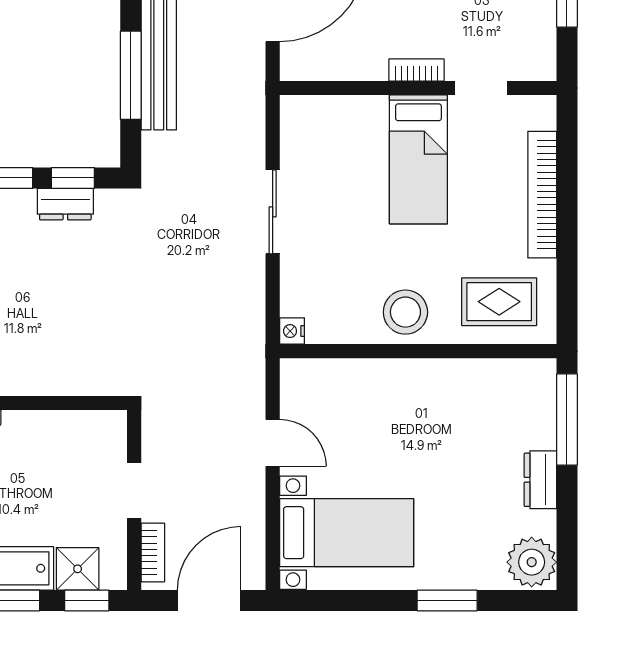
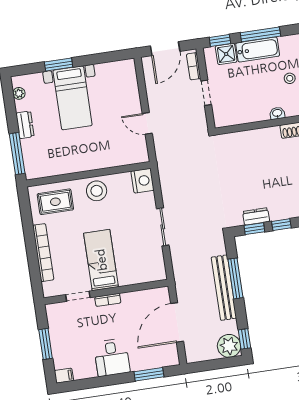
nightstand: (292, 331) -> (142, 181), width x1.89, depth x1.79
bed with nightstands: (347, 533) -> (73, 98), moved, turned -90
plant: (532, 562) -> (19, 93), width x0.53, depth x0.53

